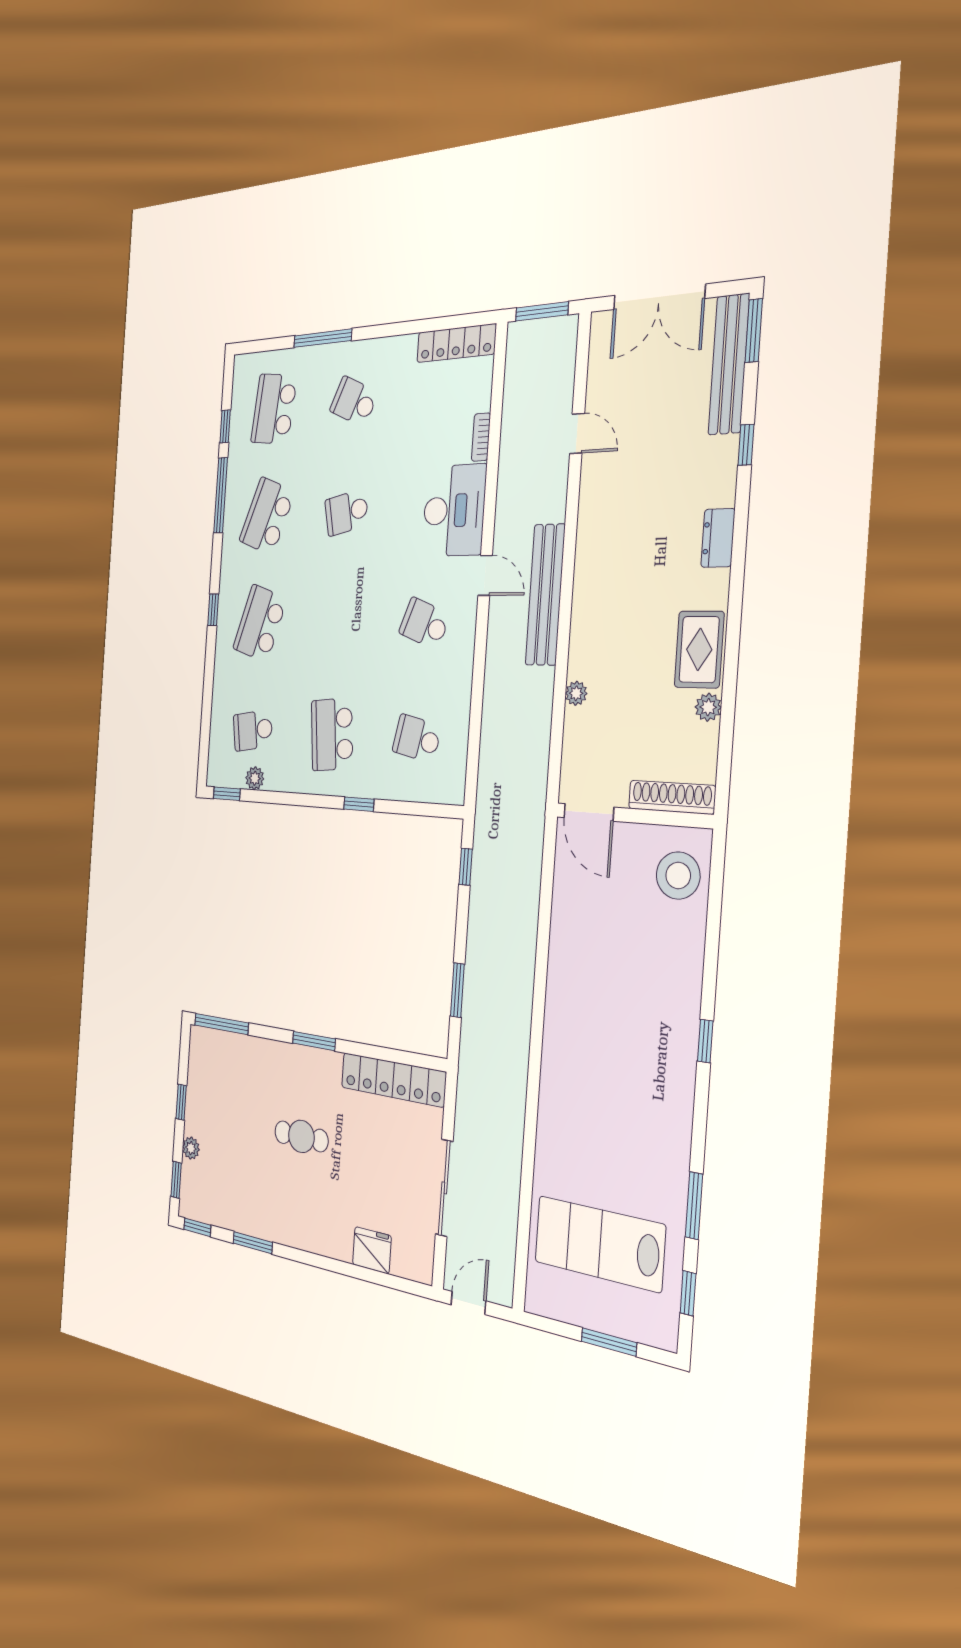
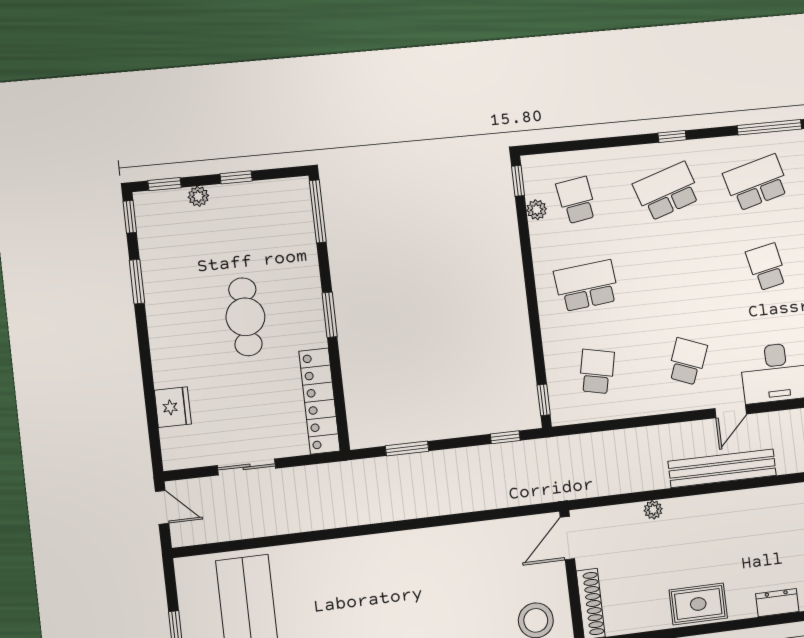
school desk: (267, 516) -> (756, 182), turned -36
school desk: (260, 623) -> (667, 191), turned -36
plant: (708, 707) -> (659, 619), removed
window: (359, 804) -> (544, 400), moved
cafe table: (301, 1136) -> (245, 317), width x1.37, depth x1.35
sliding door: (444, 1188) -> (247, 467), width x0.73

